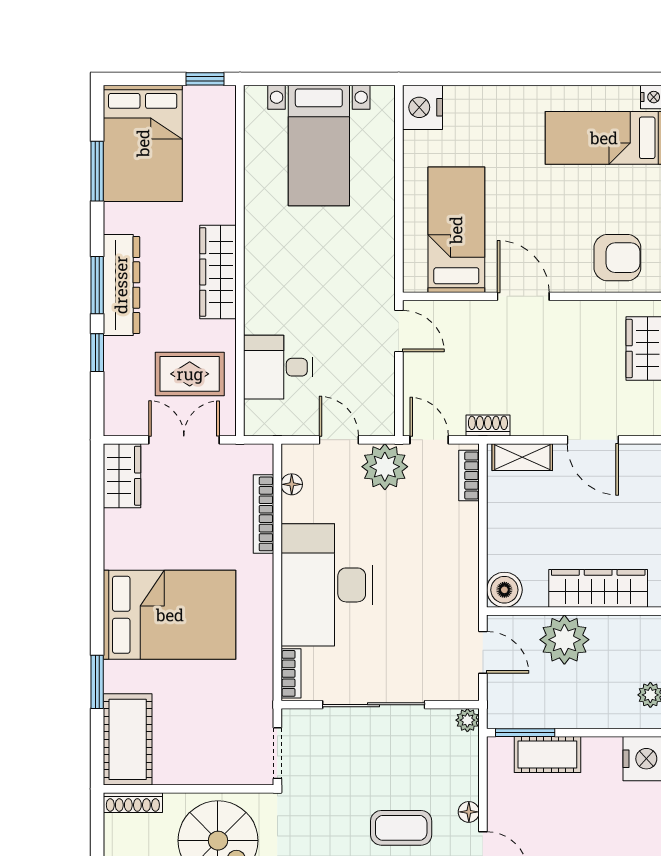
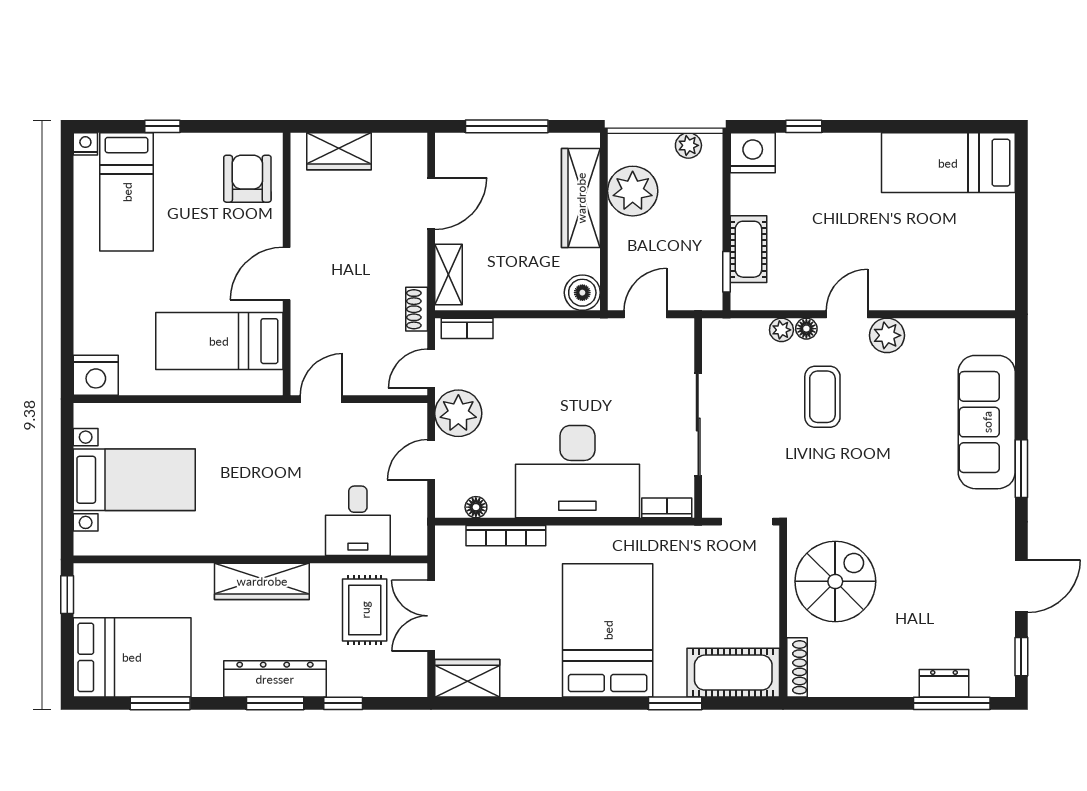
plant: (564, 640) -> (633, 191), moved
plant: (467, 720) -> (781, 330), moved
window: (525, 733) -> (727, 272), width x0.67

